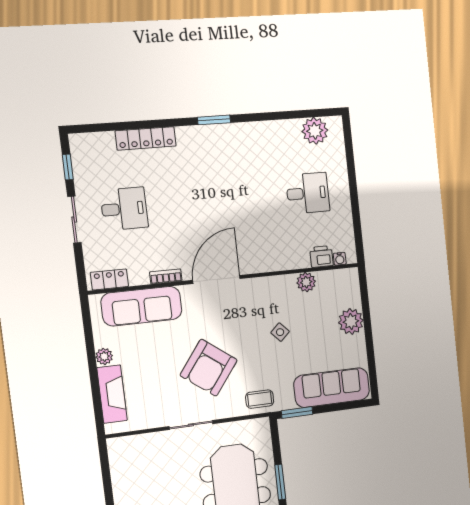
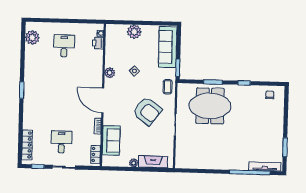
locker: (146, 138) -> (27, 145), moved
plant: (306, 282) -> (110, 73), moved
sofa: (142, 306) -> (111, 140), width x0.73

